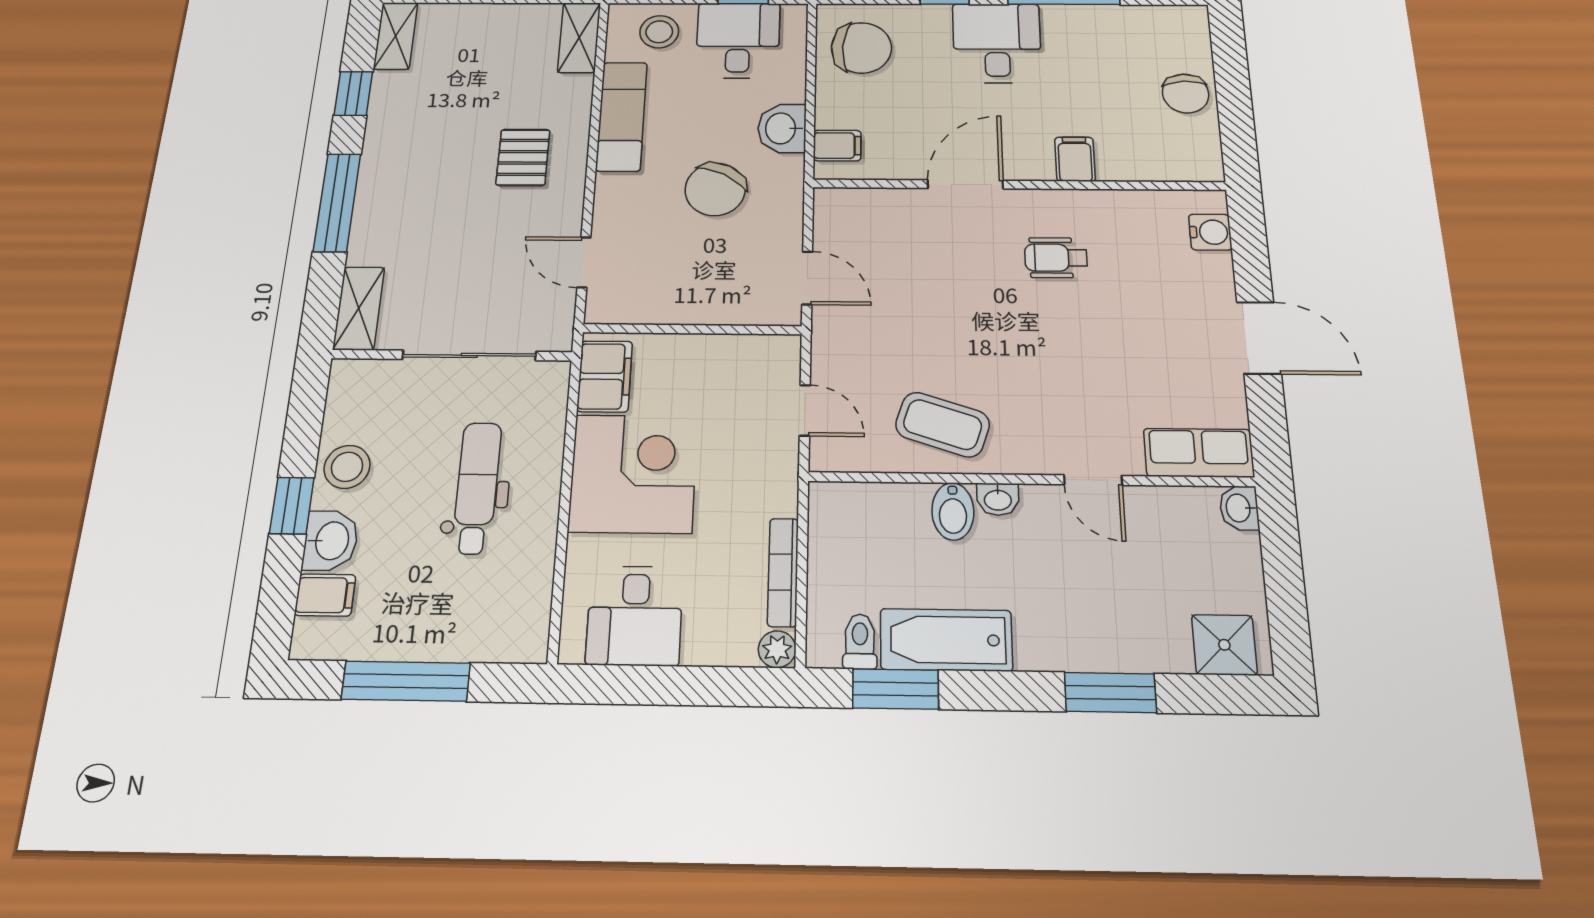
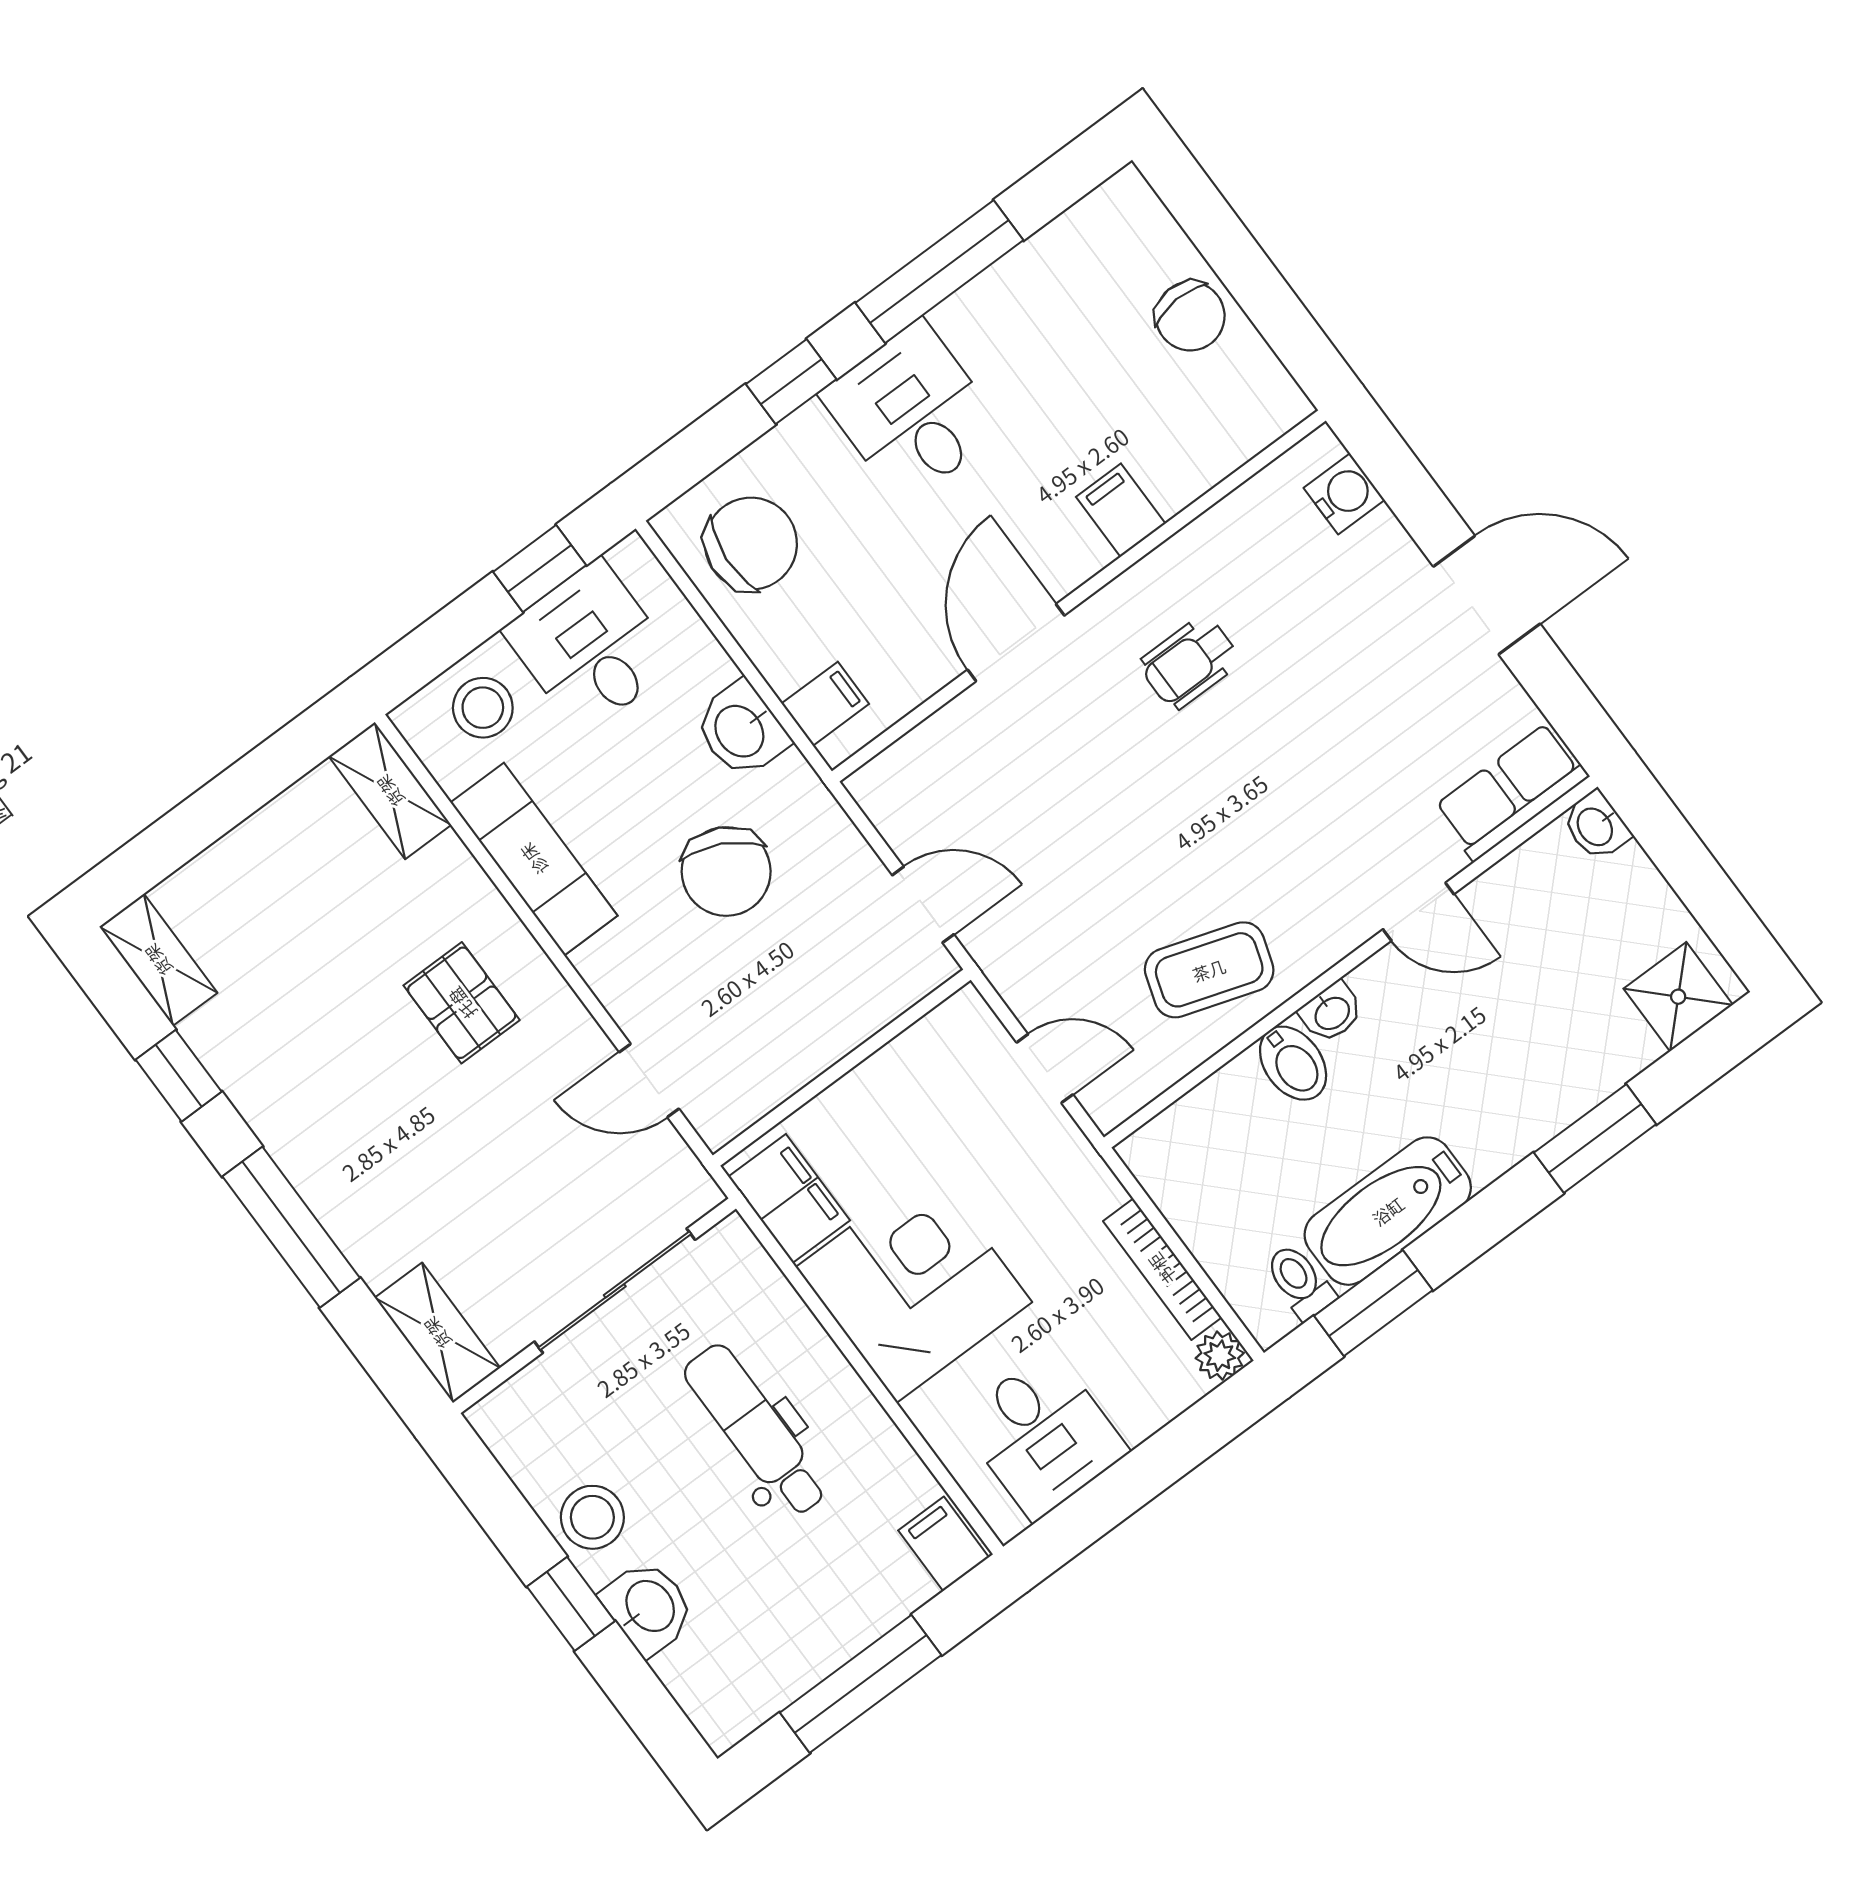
filing cabinet: (325, 595) -> (944, 1544), moved, turned -90

